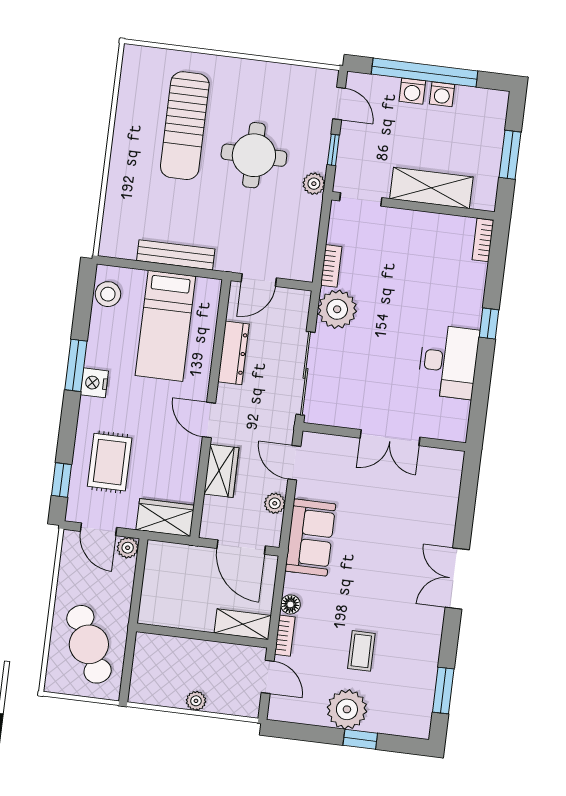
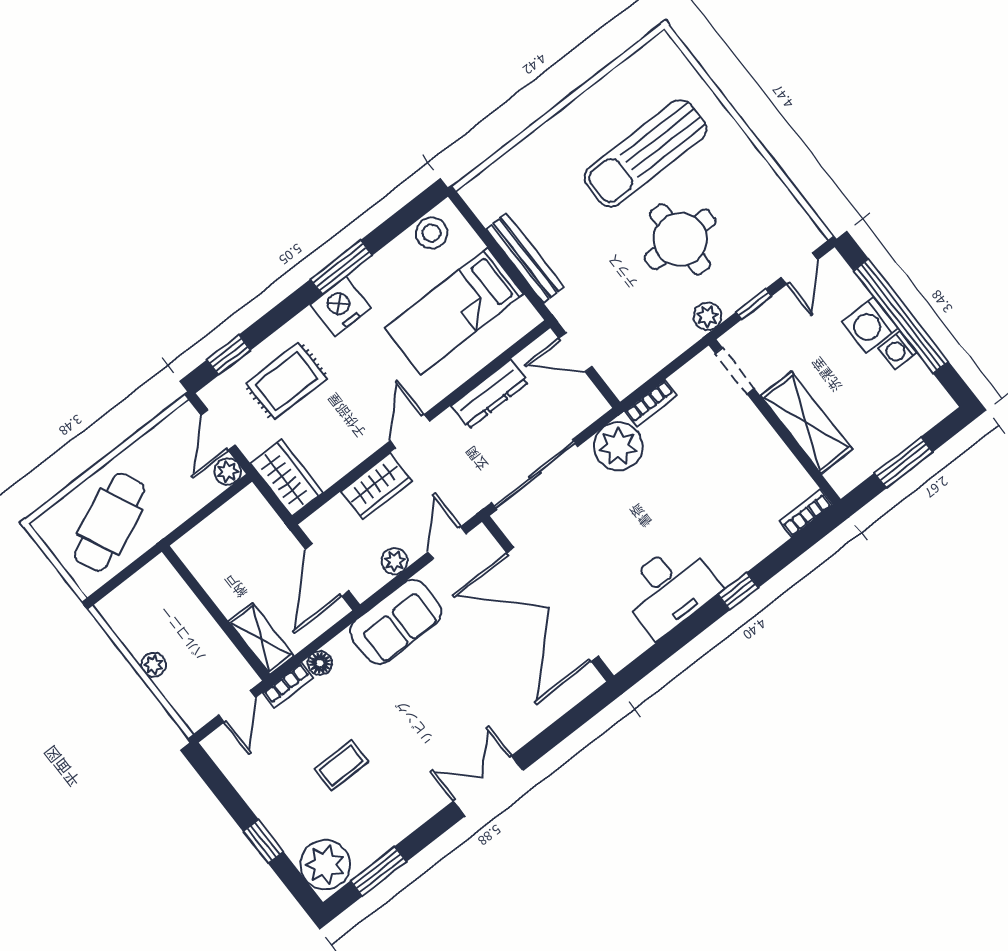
washing machine: (412, 91) -> (870, 325), width x1.38, depth x1.38
nightstand: (94, 383) -> (341, 306), width x1.36, depth x1.33
double door: (390, 438) -> (552, 604), width x1.87
plant: (347, 709) -> (325, 865), moved

